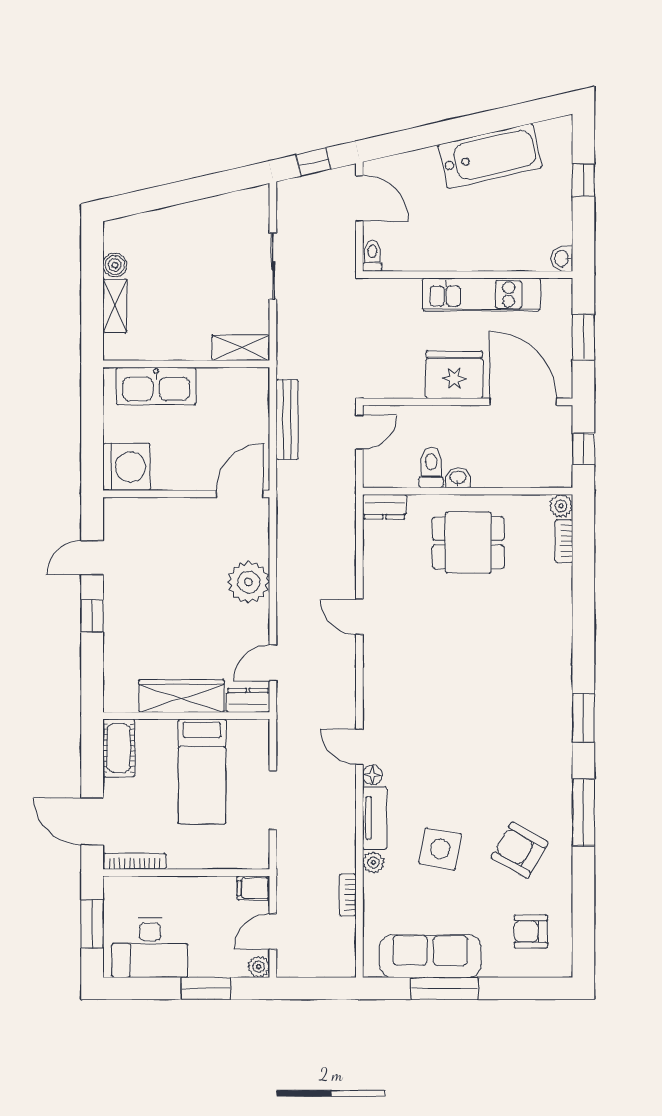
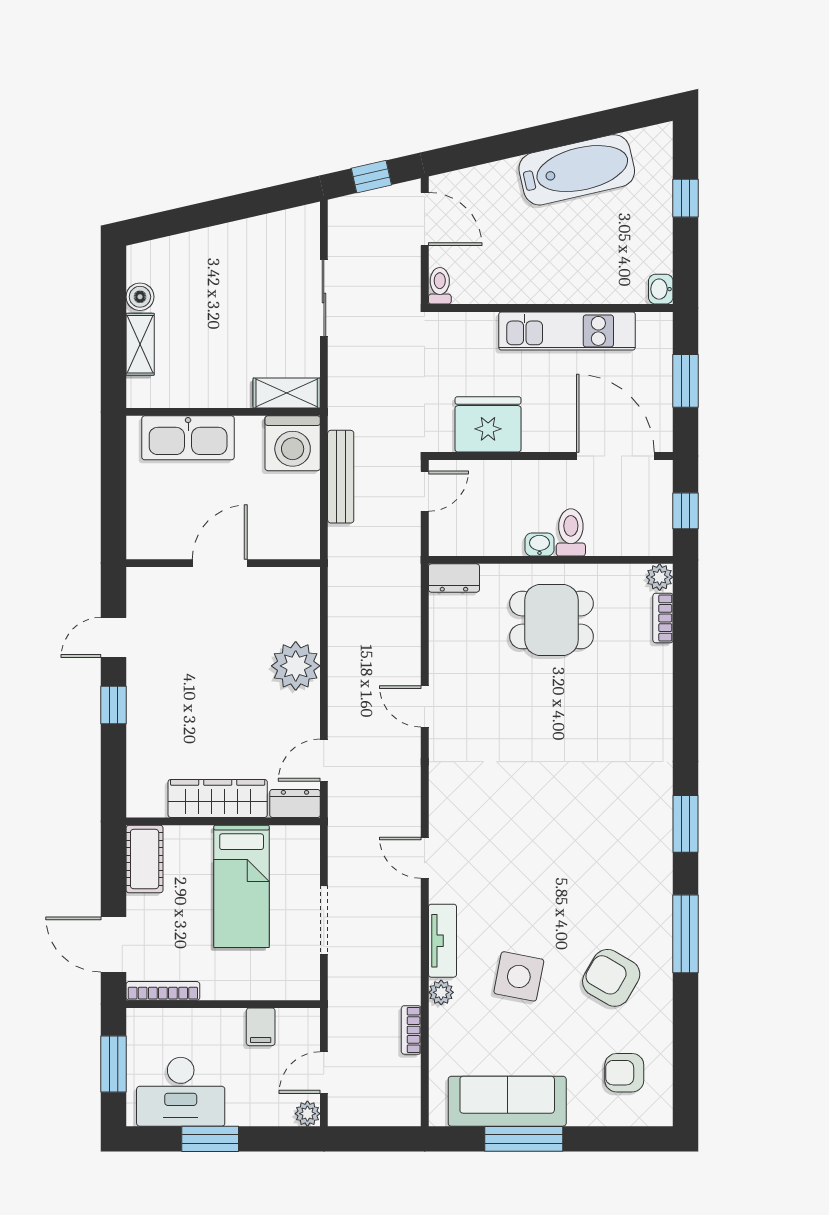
fridge: (454, 375) -> (488, 424), moved
washing machine: (127, 467) -> (293, 443), moved, turned 90
toilet: (431, 467) -> (571, 532), moved
door: (240, 494) -> (220, 563), moved
floor lamp: (372, 775) -> (440, 890), removed
filing cabinet: (253, 888) -> (261, 1027), moved, turned -90
window: (206, 988) -> (210, 1139), moved

